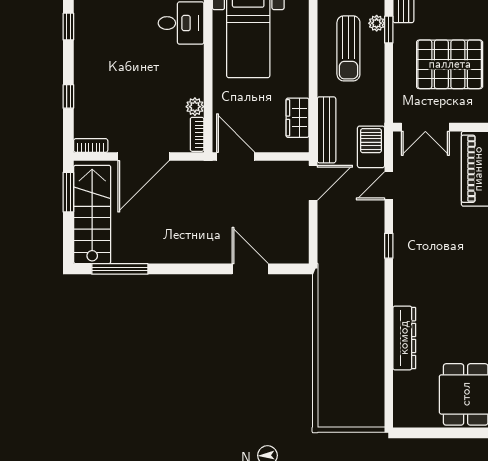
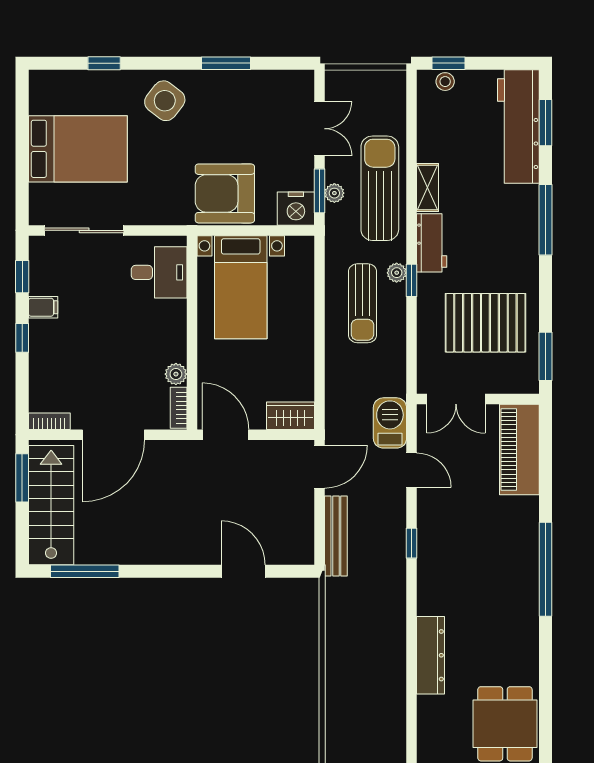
filing cabinet: (86, 52) -> (43, 307), added
window: (68, 96) -> (22, 338), moved
wardrobe: (297, 118) -> (291, 416), moved, turned 90
bench: (327, 130) -> (336, 536), moved
door: (389, 186) -> (412, 470), swing flipped

